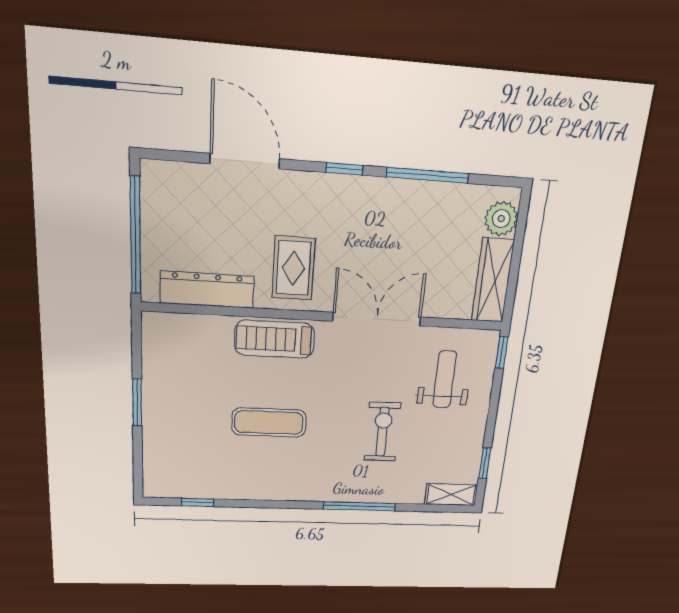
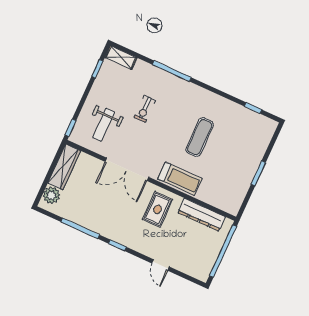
door: (245, 161) -> (161, 265), width x0.53
exercise mat: (269, 422) -> (200, 137), turned 90
exercise bike: (382, 432) -> (145, 109), width x0.73, depth x0.72

